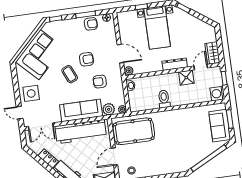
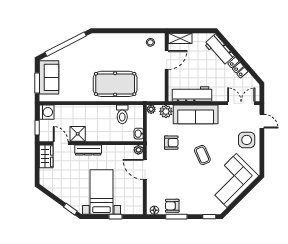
armchair: (86, 59) -> (182, 168), removed
door: (201, 67) -> (61, 143), swing flipped
toilet: (164, 99) -> (122, 114), moved
pool table: (134, 131) -> (115, 84), moved
workbench: (81, 132) -> (192, 94), width x0.73, depth x0.76

